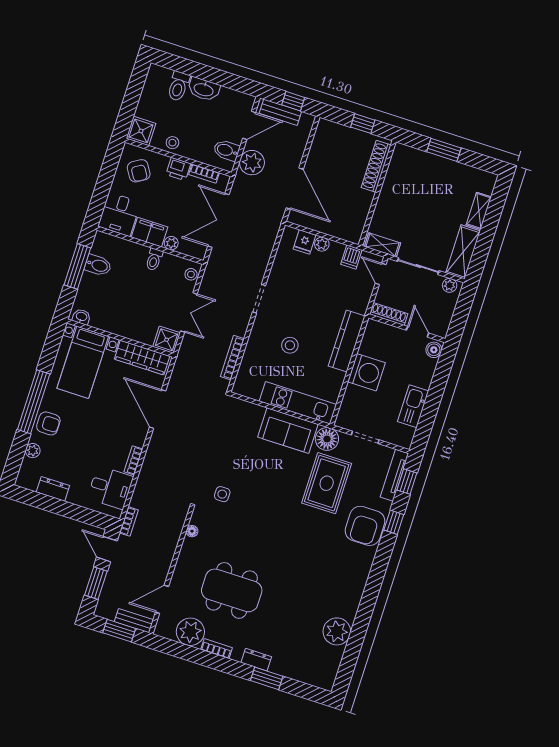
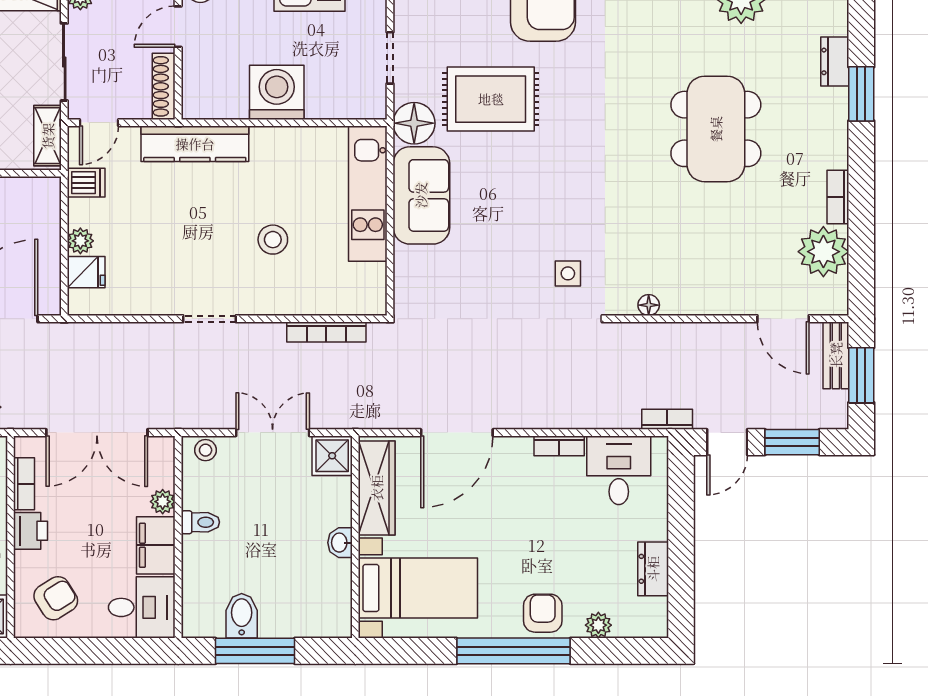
washbasin: (81, 317) -> (340, 543), moved
kitchen counter: (347, 341) -> (195, 144), moved
dining table: (232, 590) -> (716, 129), moved
dresser: (256, 660) -> (835, 61), moved

